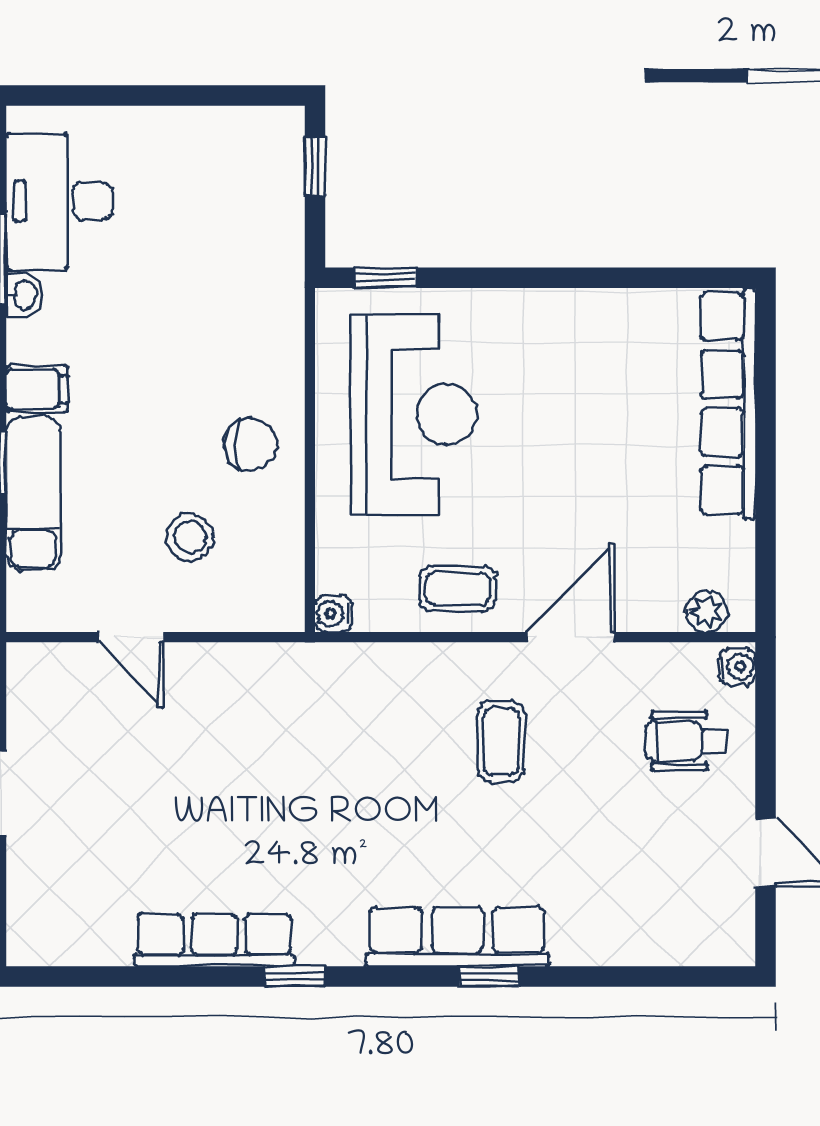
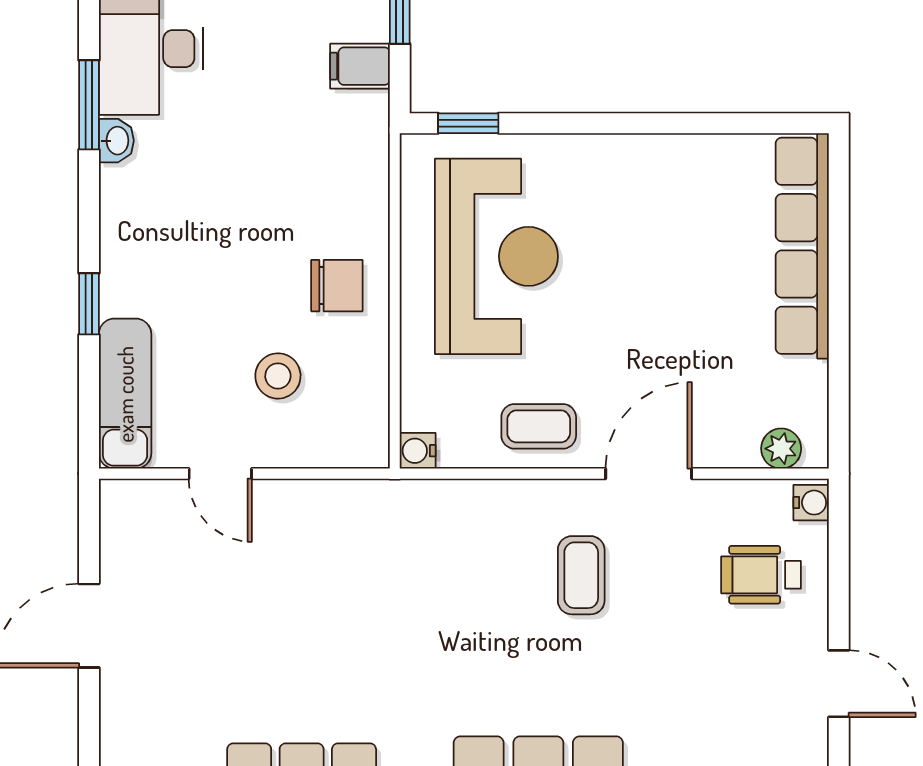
filing cabinet: (37, 389) -> (360, 66), moved, turned 180
exam couch: (33, 493) -> (125, 394), moved

